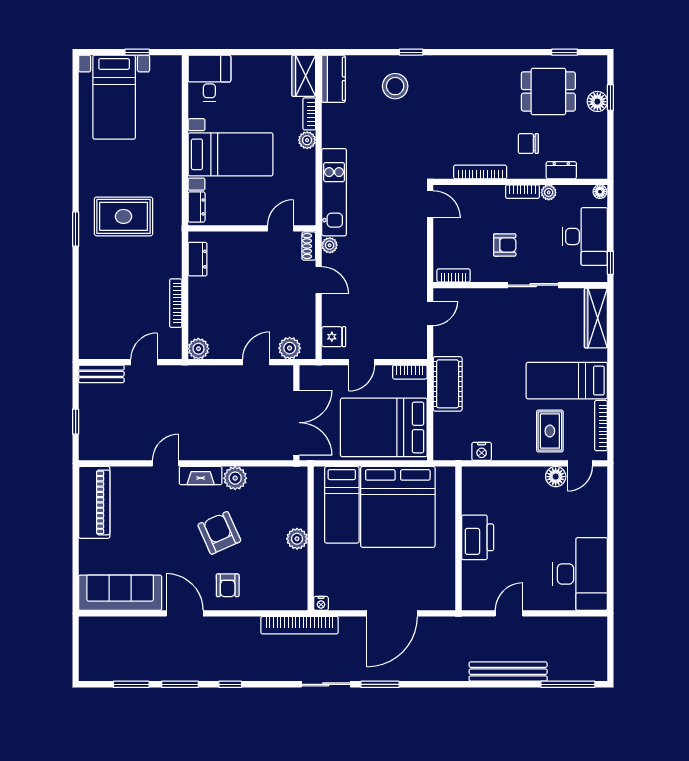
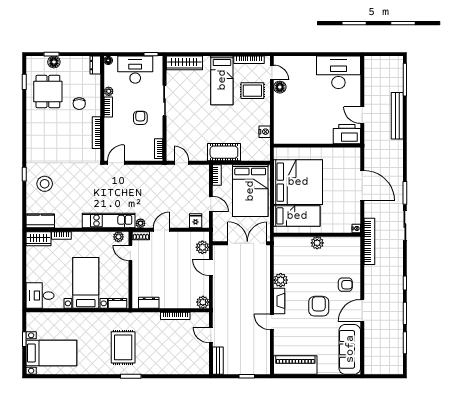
plant: (307, 140) -> (118, 237), moved
dresser: (561, 170) -> (95, 65), moved
armchair: (219, 533) -> (319, 306), moved, turned 114
printer: (478, 537) -> (347, 134), moved

